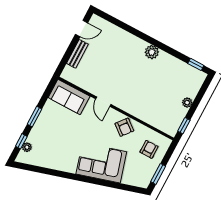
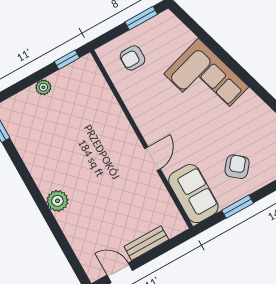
plant: (152, 52) -> (57, 201), moved
window: (34, 117) -> (238, 207), moved
armchair: (124, 127) -> (237, 167), moved

